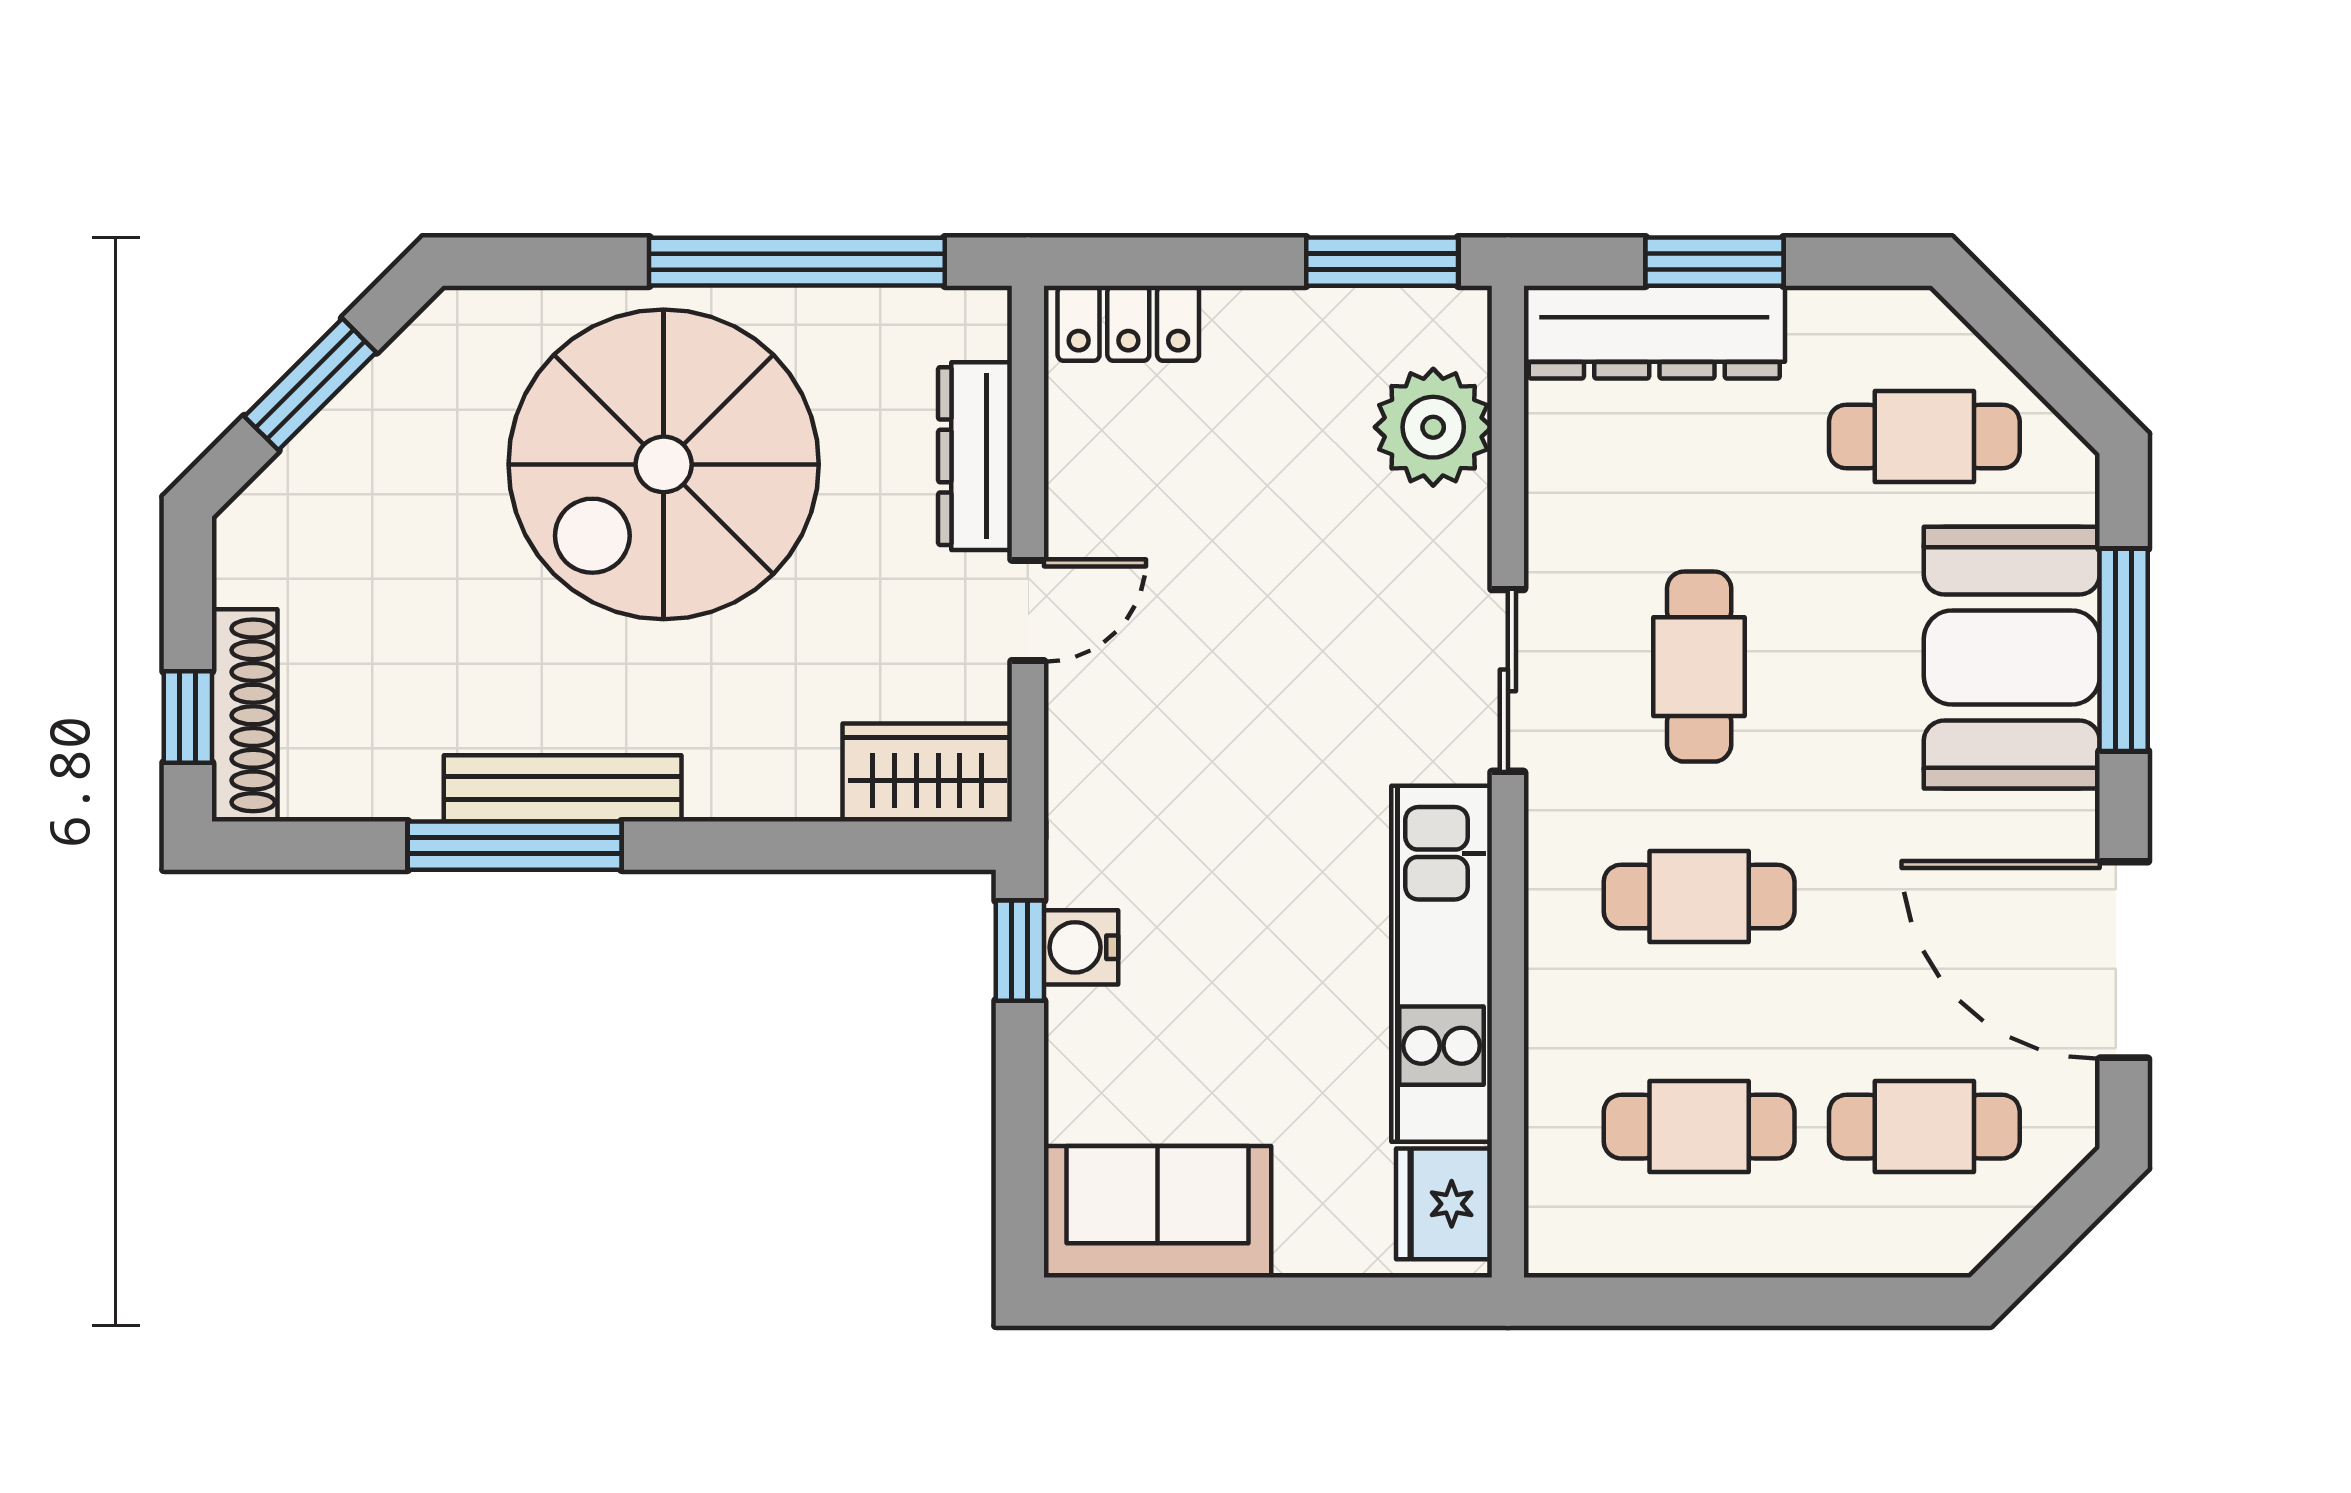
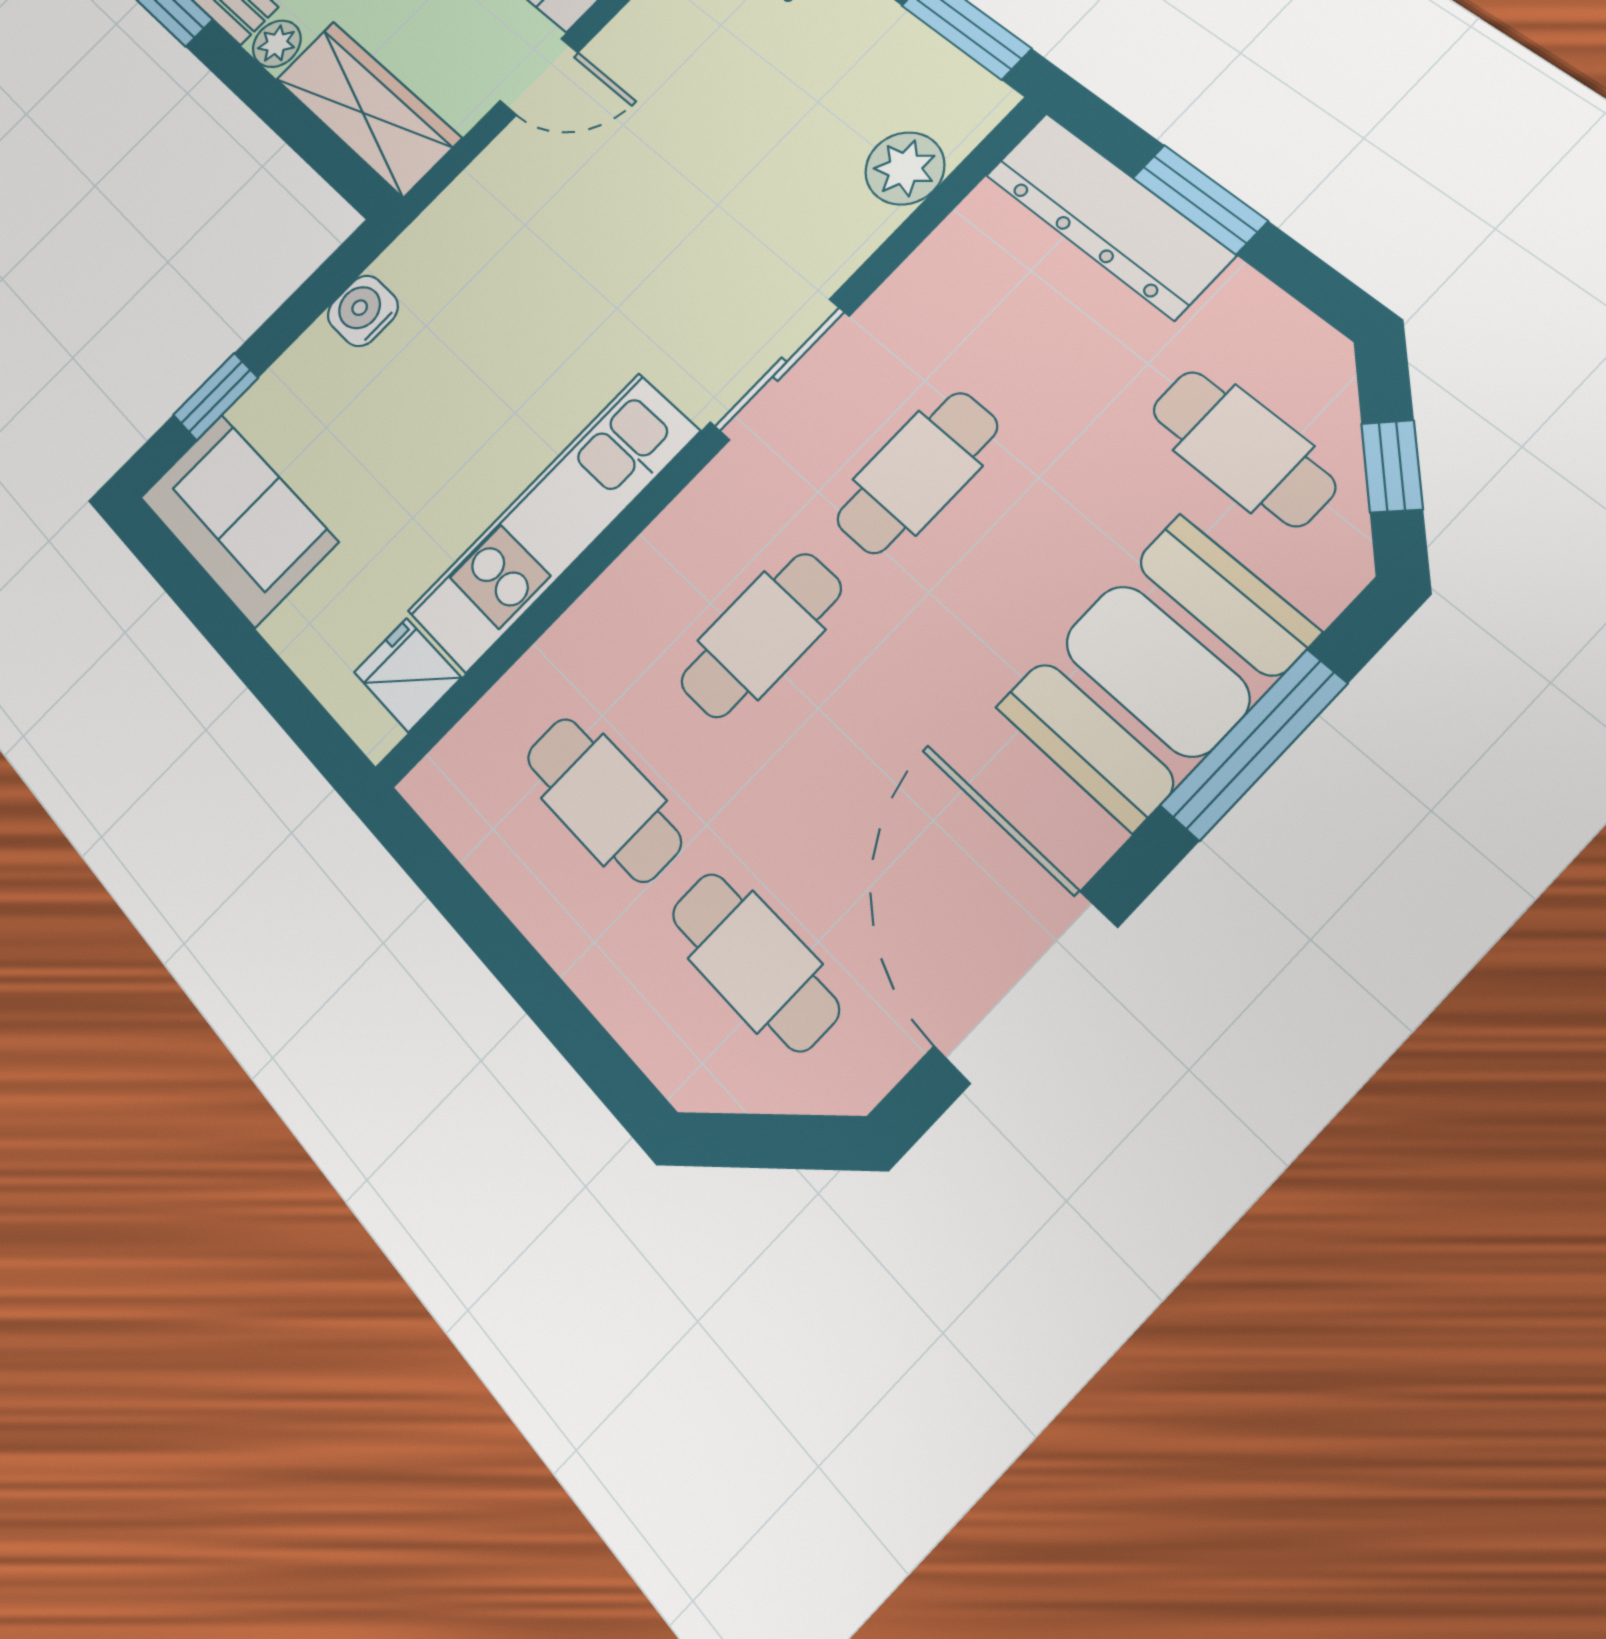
window: (2040, 360) -> (1392, 466), added
plant: (1433, 427) -> (905, 168), width x0.73, depth x0.73
wardrobe: (927, 772) -> (367, 108), width x1.50
plant: (720, 790) -> (277, 44), added
cafe table: (1699, 897) -> (761, 635), turned 90
window: (1020, 951) -> (216, 397), moved
fridge: (1444, 1204) -> (407, 675), width x0.72

